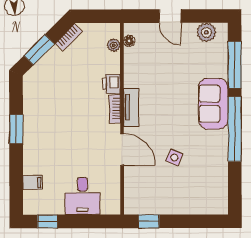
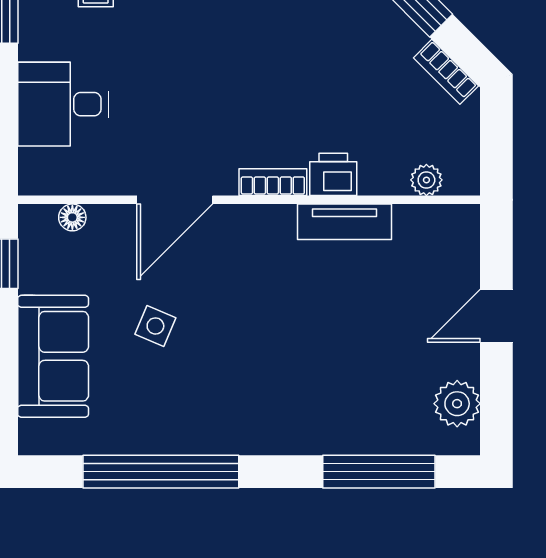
floor lamp: (129, 41) -> (72, 217), moved
sofa: (213, 104) -> (53, 356), moved, turned 90
tv unit: (131, 107) -> (344, 222), moved
window: (235, 129) -> (161, 472), moved

